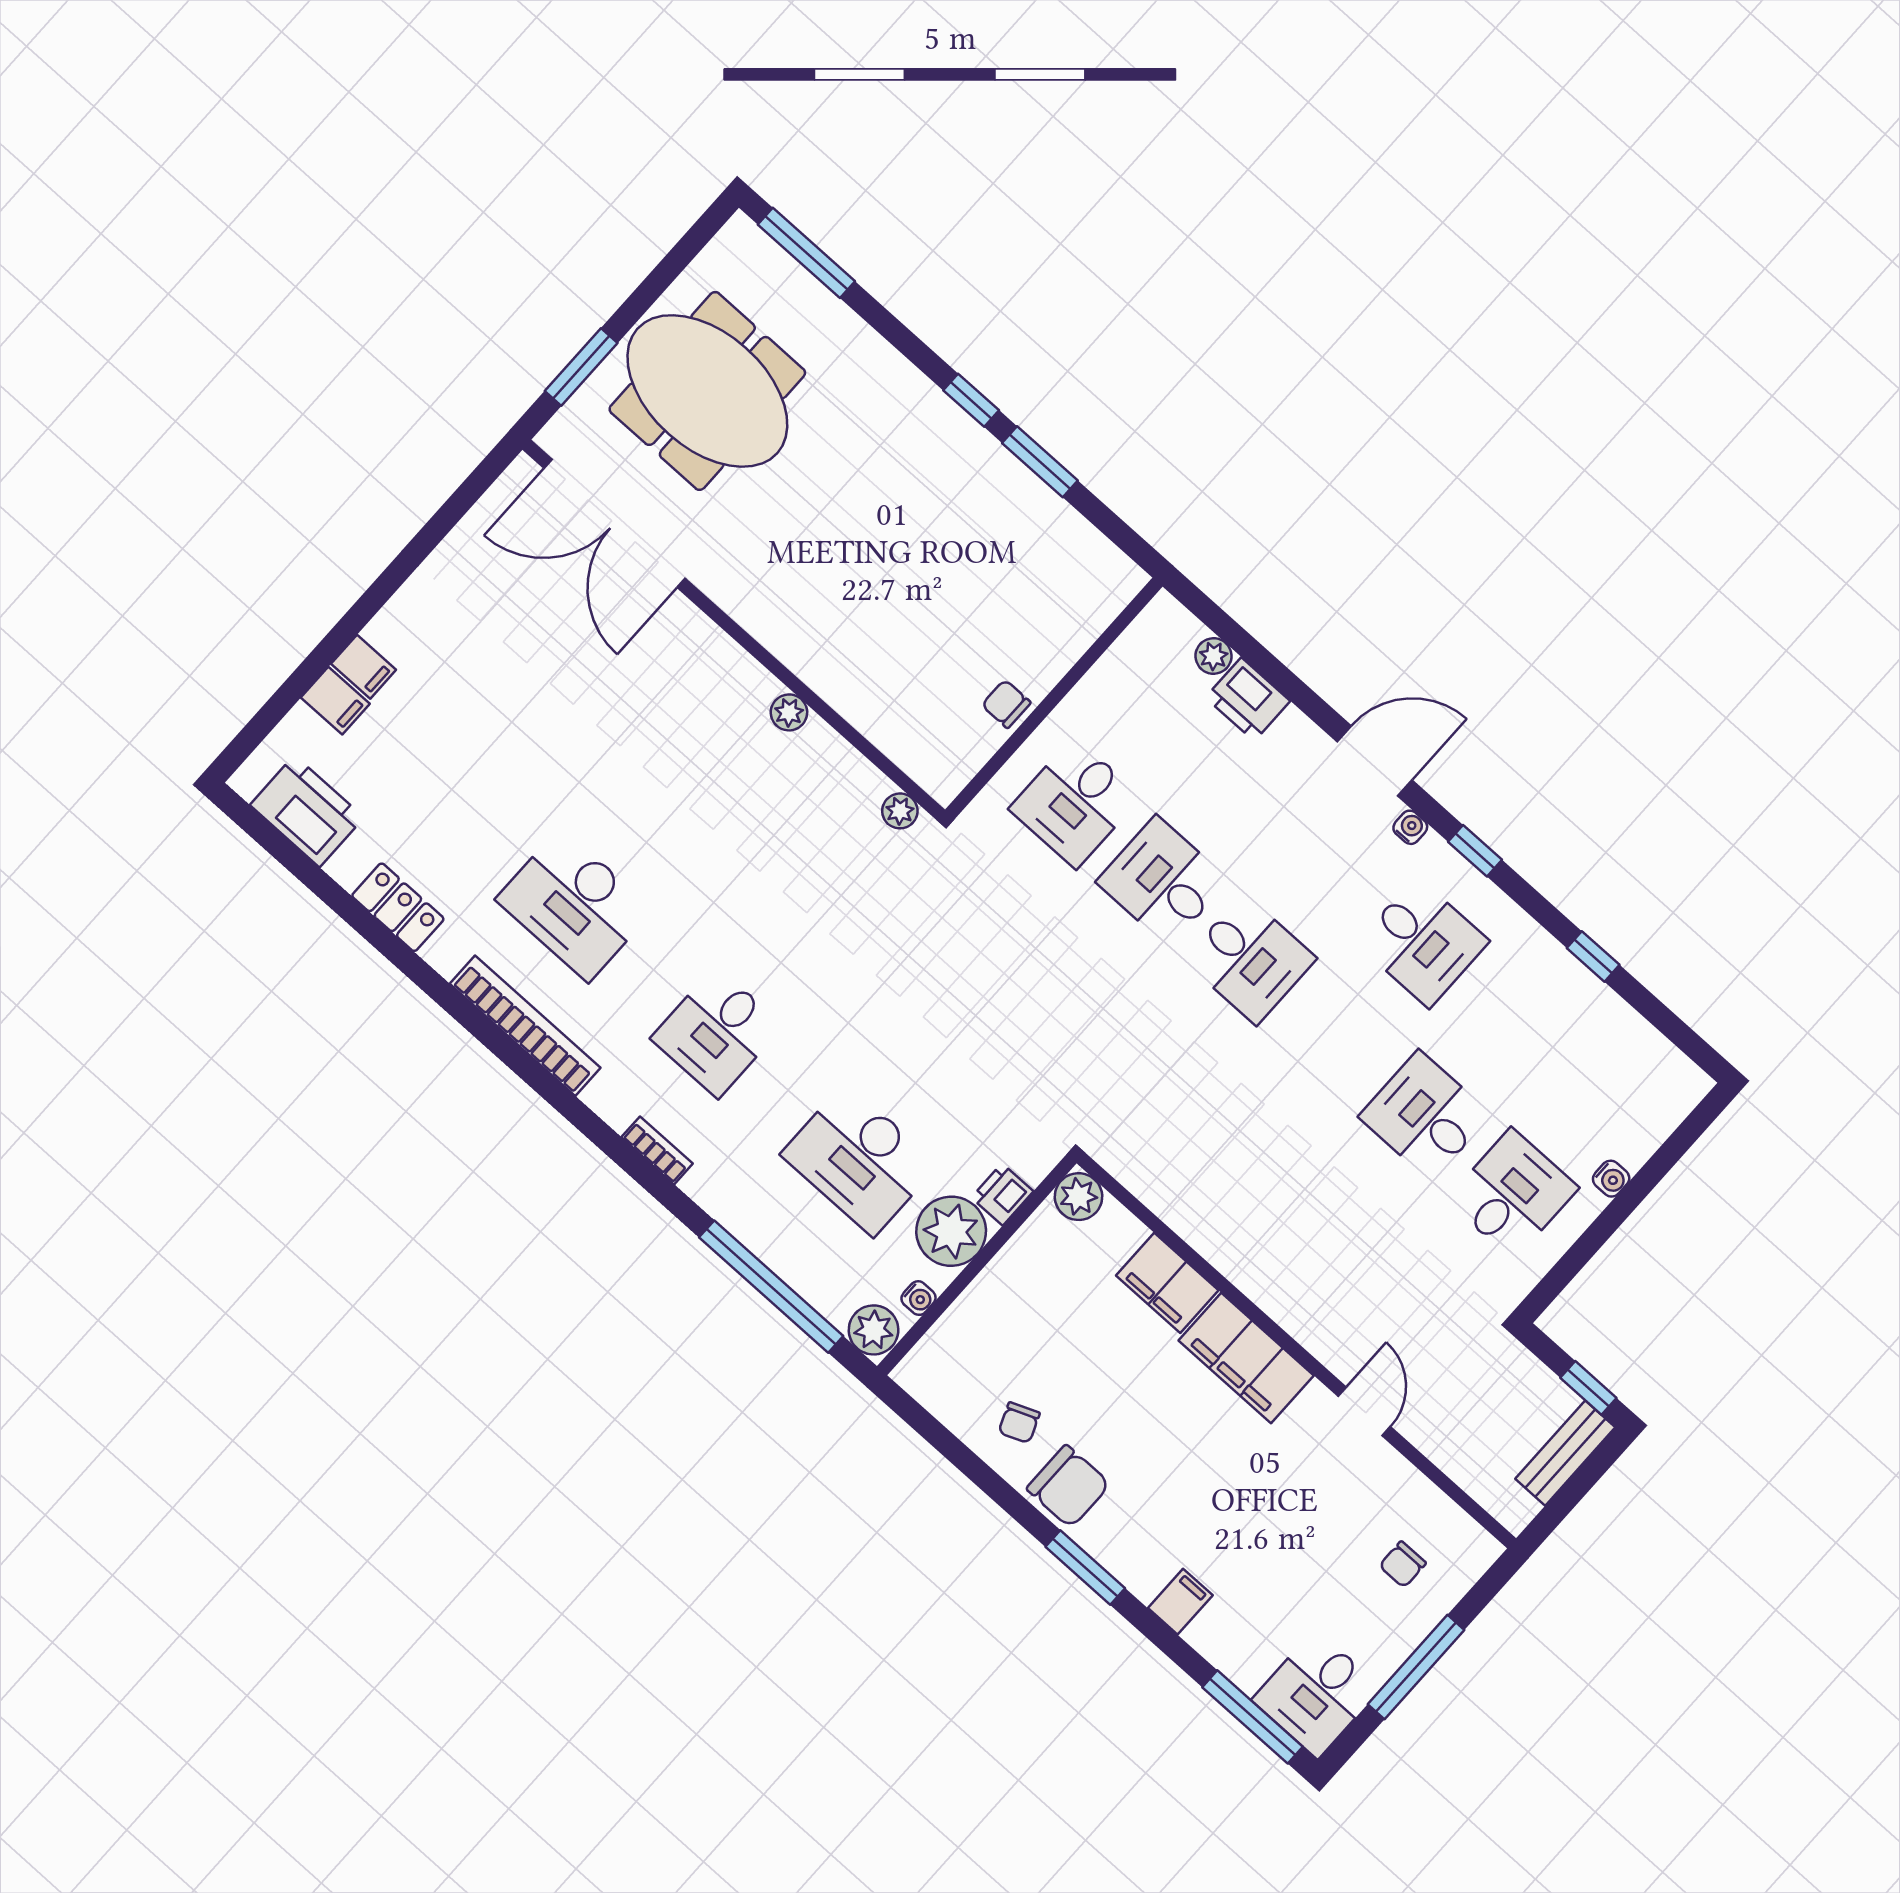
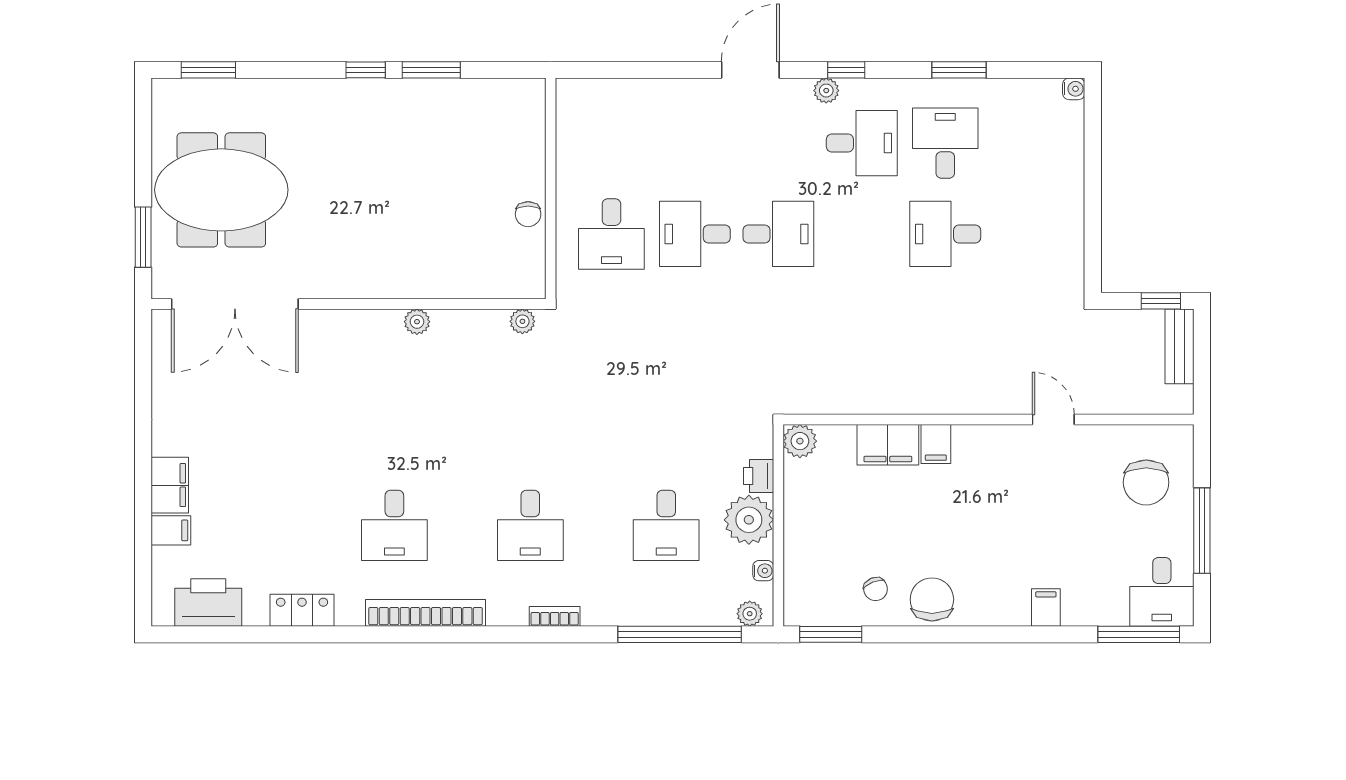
window: (806, 253) -> (208, 70), width x0.69
plant: (1214, 656) -> (826, 91), moved
filing cabinet: (364, 667) -> (170, 485), width x2.00
printer: (1248, 699) -> (654, 97), removed
chair: (1006, 704) -> (528, 214), turned -90
water cooler: (1410, 827) -> (801, 88), removed
desk: (574, 905) -> (394, 525), width x0.73
window: (1593, 956) -> (959, 70), width x1.50
desk: (859, 1160) -> (666, 525), width x0.73
water cooler: (1611, 1179) -> (1074, 89), moved
desk: (1512, 1194) -> (945, 143), moved
plant: (874, 1330) -> (750, 614), width x0.73, depth x0.73
filing cabinet: (1246, 1358) -> (936, 444), width x0.33, depth x0.86
chair: (1068, 1486) -> (932, 599), turned -90
chair: (1403, 1564) -> (1146, 482), width x1.87, depth x1.87
window: (1085, 1568) -> (831, 634), moved

